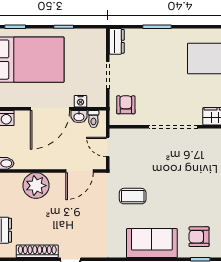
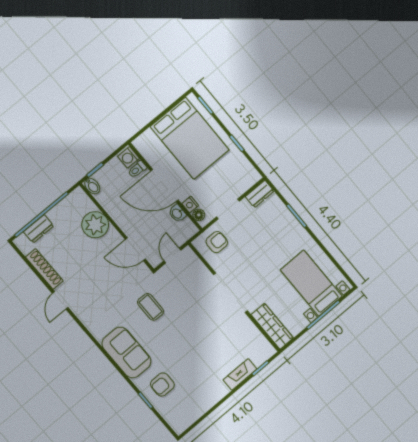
floor lamp: (94, 101) -> (199, 215), added
toilet: (93, 119) -> (137, 169), moved
armchair: (199, 237) -> (162, 385), turned -90

